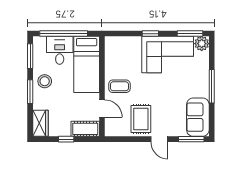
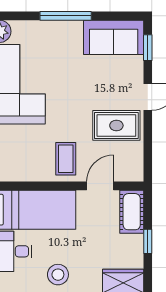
window: (191, 139) -> (148, 48), width x0.67

